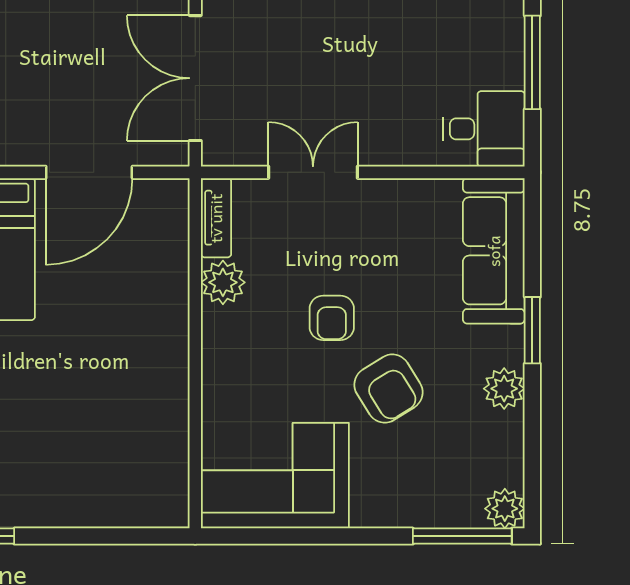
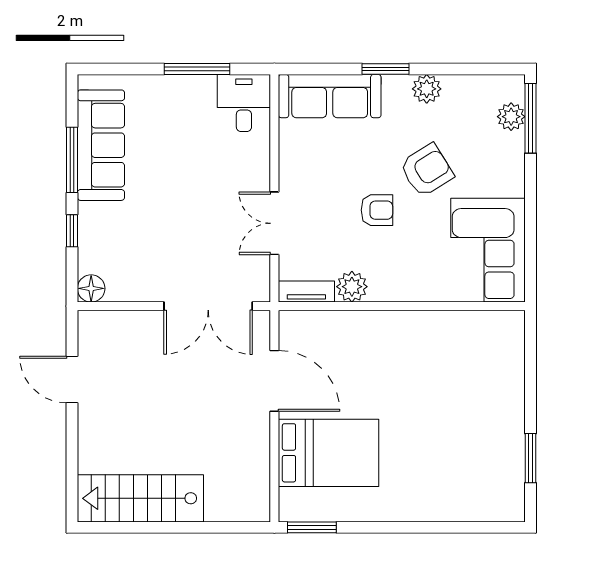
plant: (505, 509) -> (511, 117), moved

